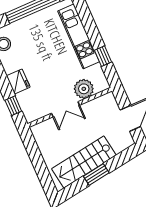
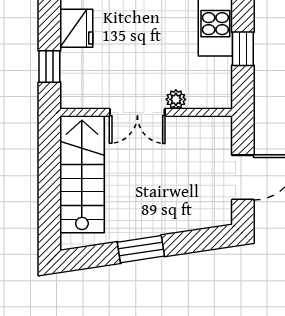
plant: (84, 89) -> (176, 99), width x0.53, depth x0.53
stairs: (84, 162) -> (82, 174), moved, turned 99

